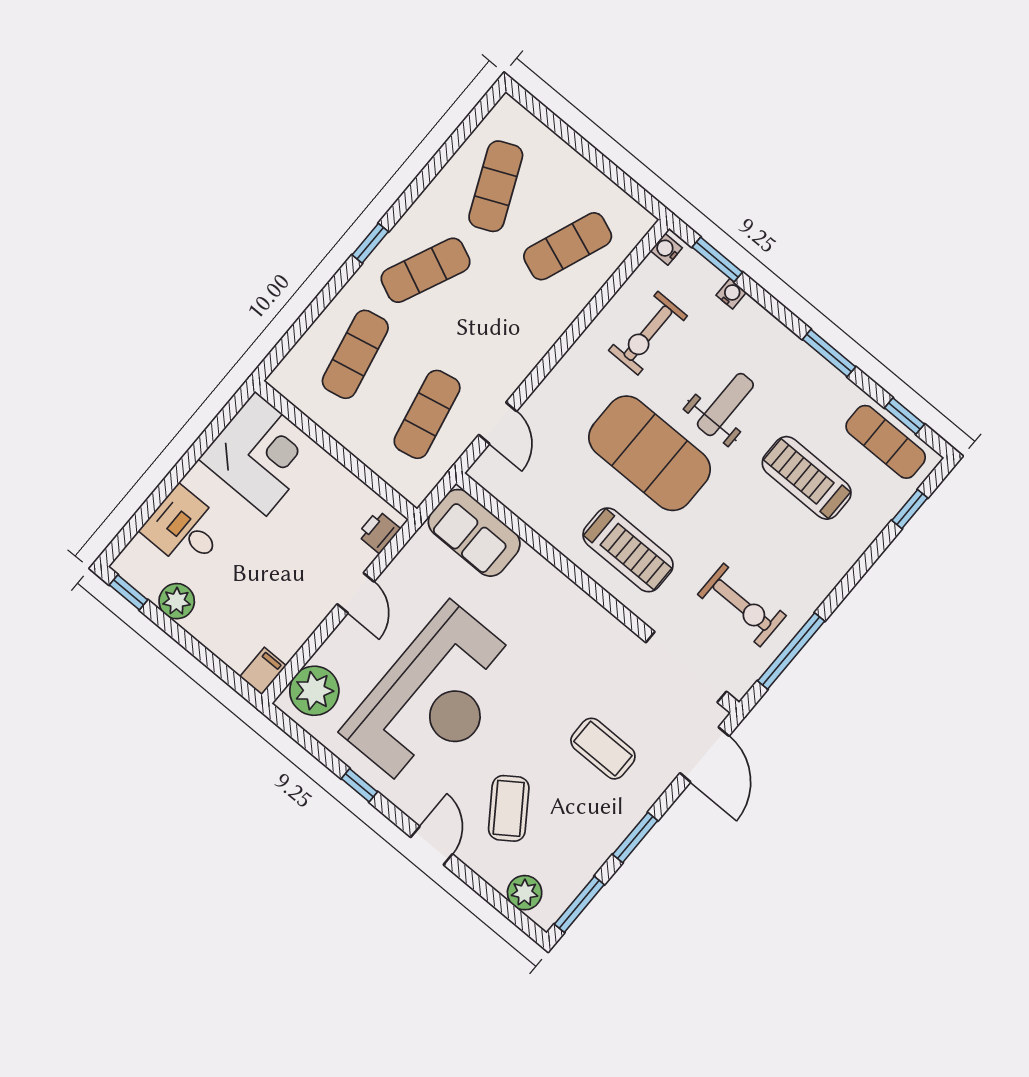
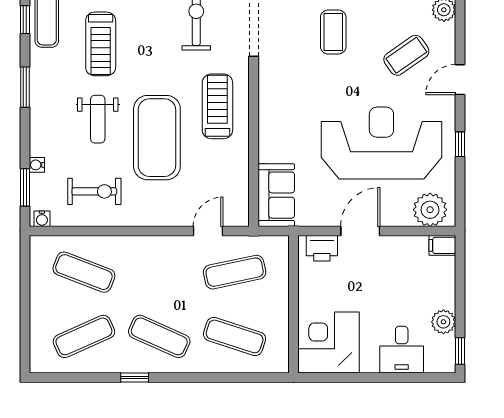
window: (370, 243) -> (135, 378), moved
exercise mat: (355, 354) -> (235, 336), turned 30
weight bench: (725, 404) -> (98, 119), turned -90
printer: (379, 532) -> (322, 248), width x1.36, depth x1.24
door: (356, 593) -> (360, 231), width x1.38

